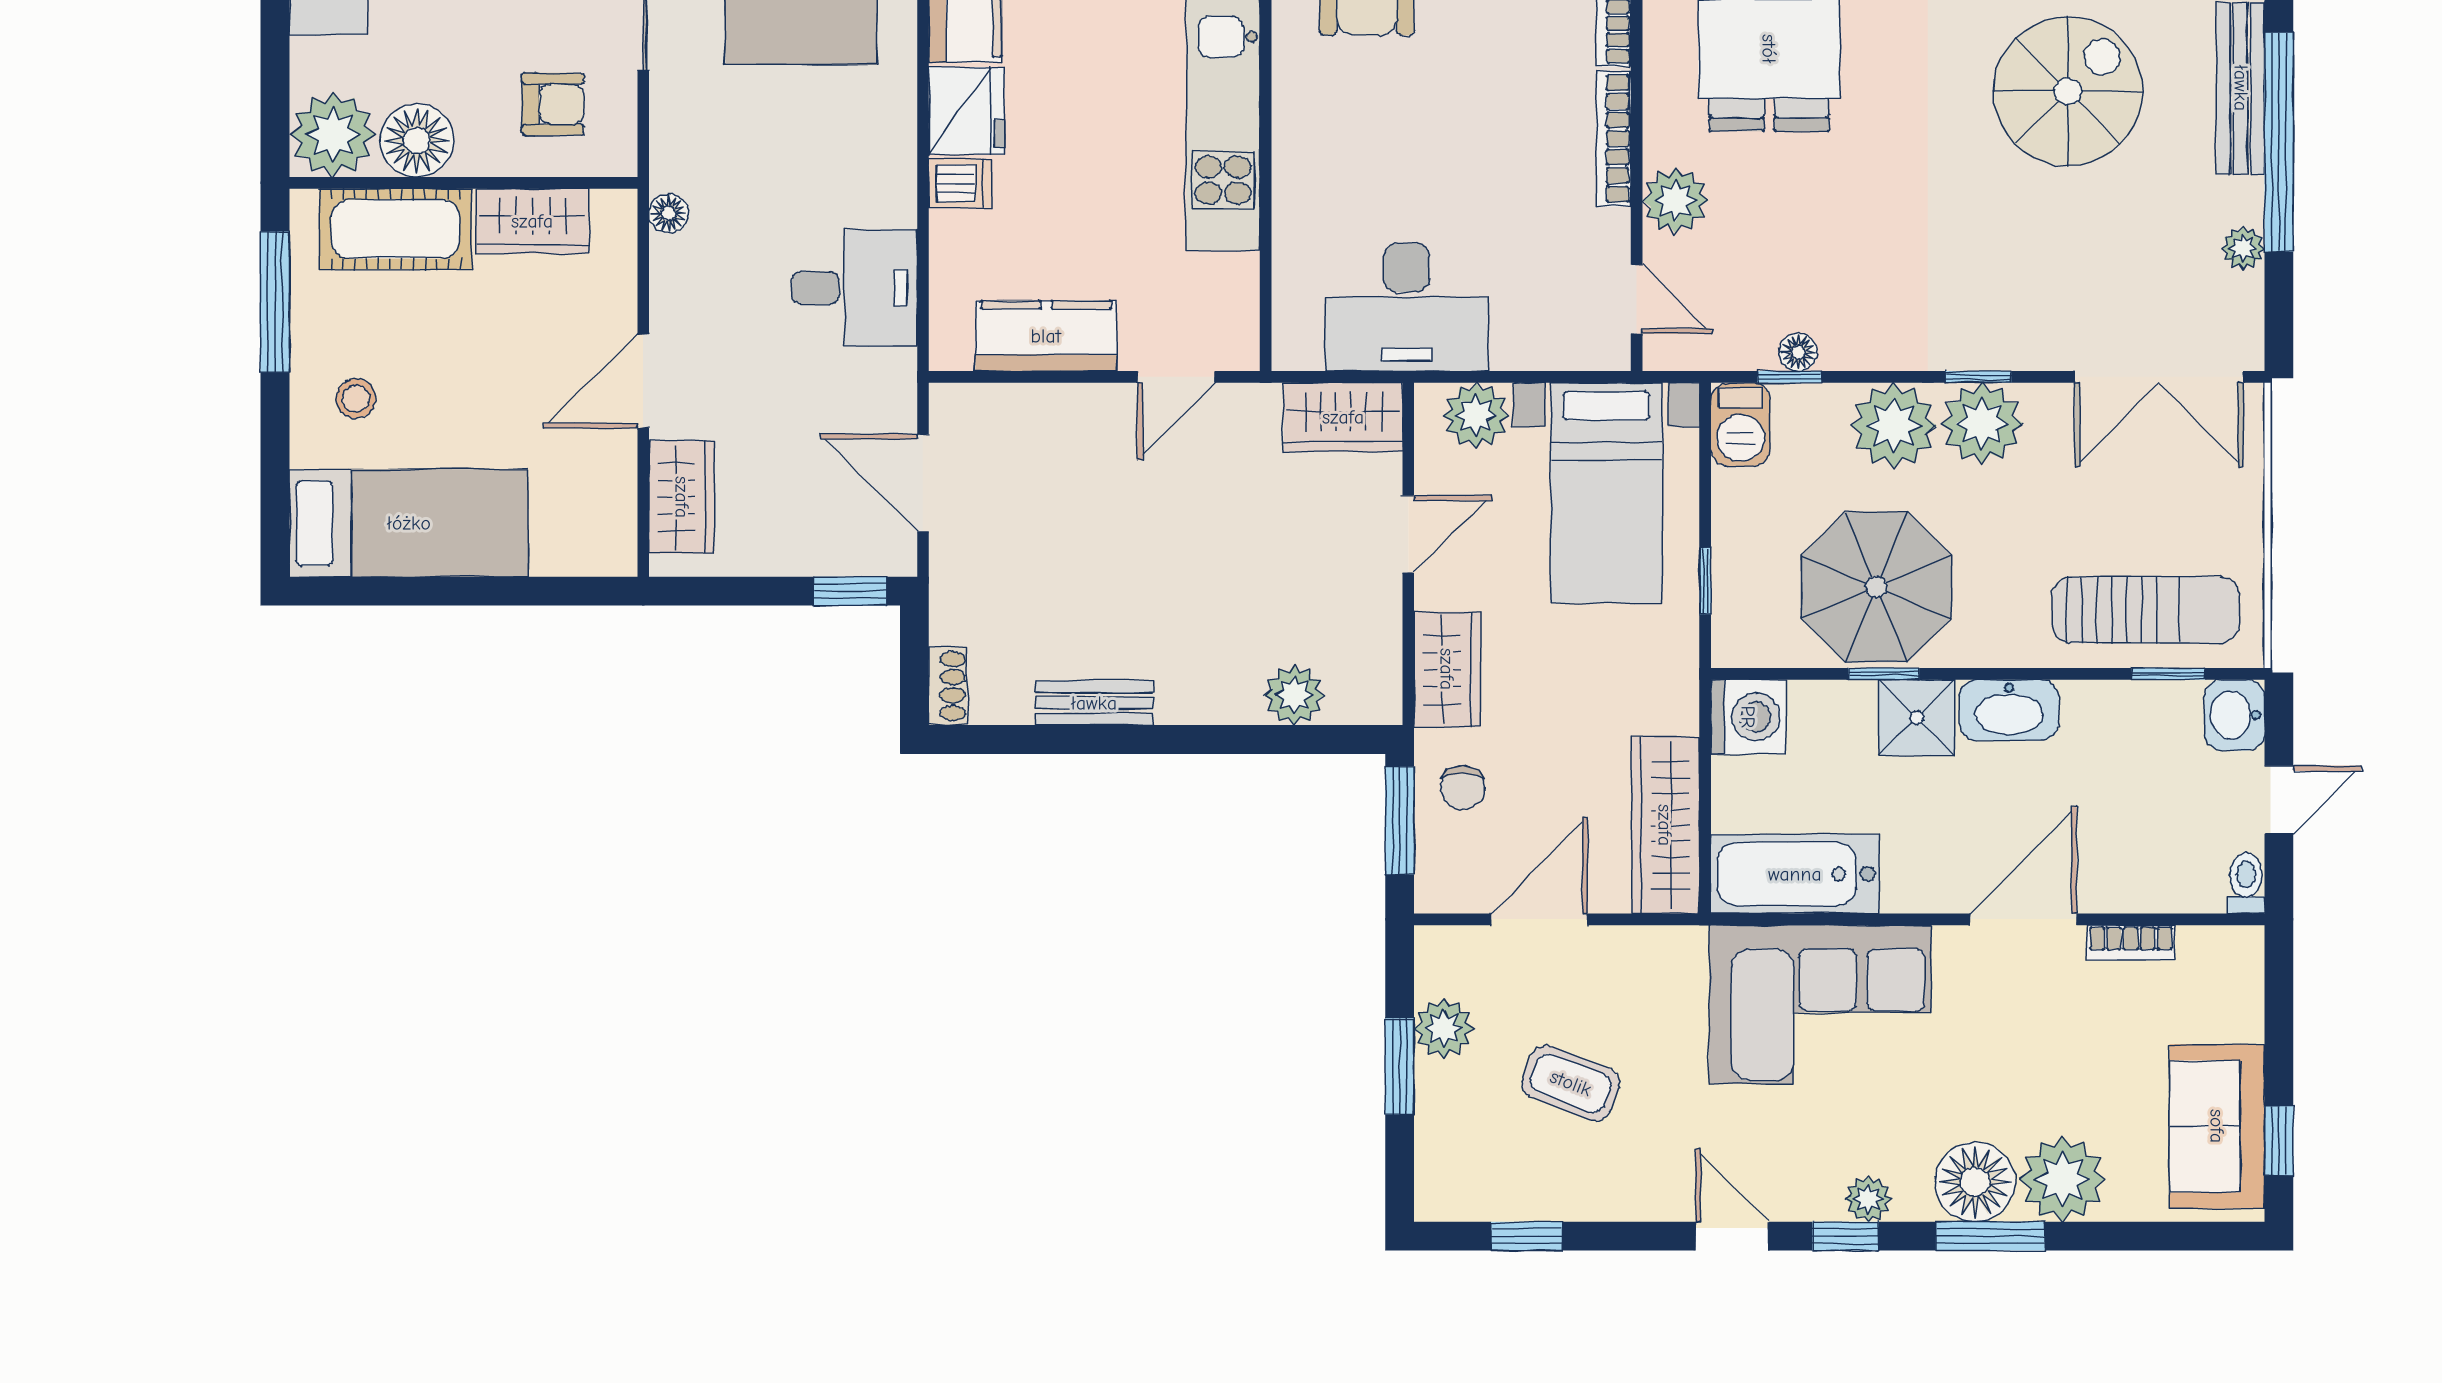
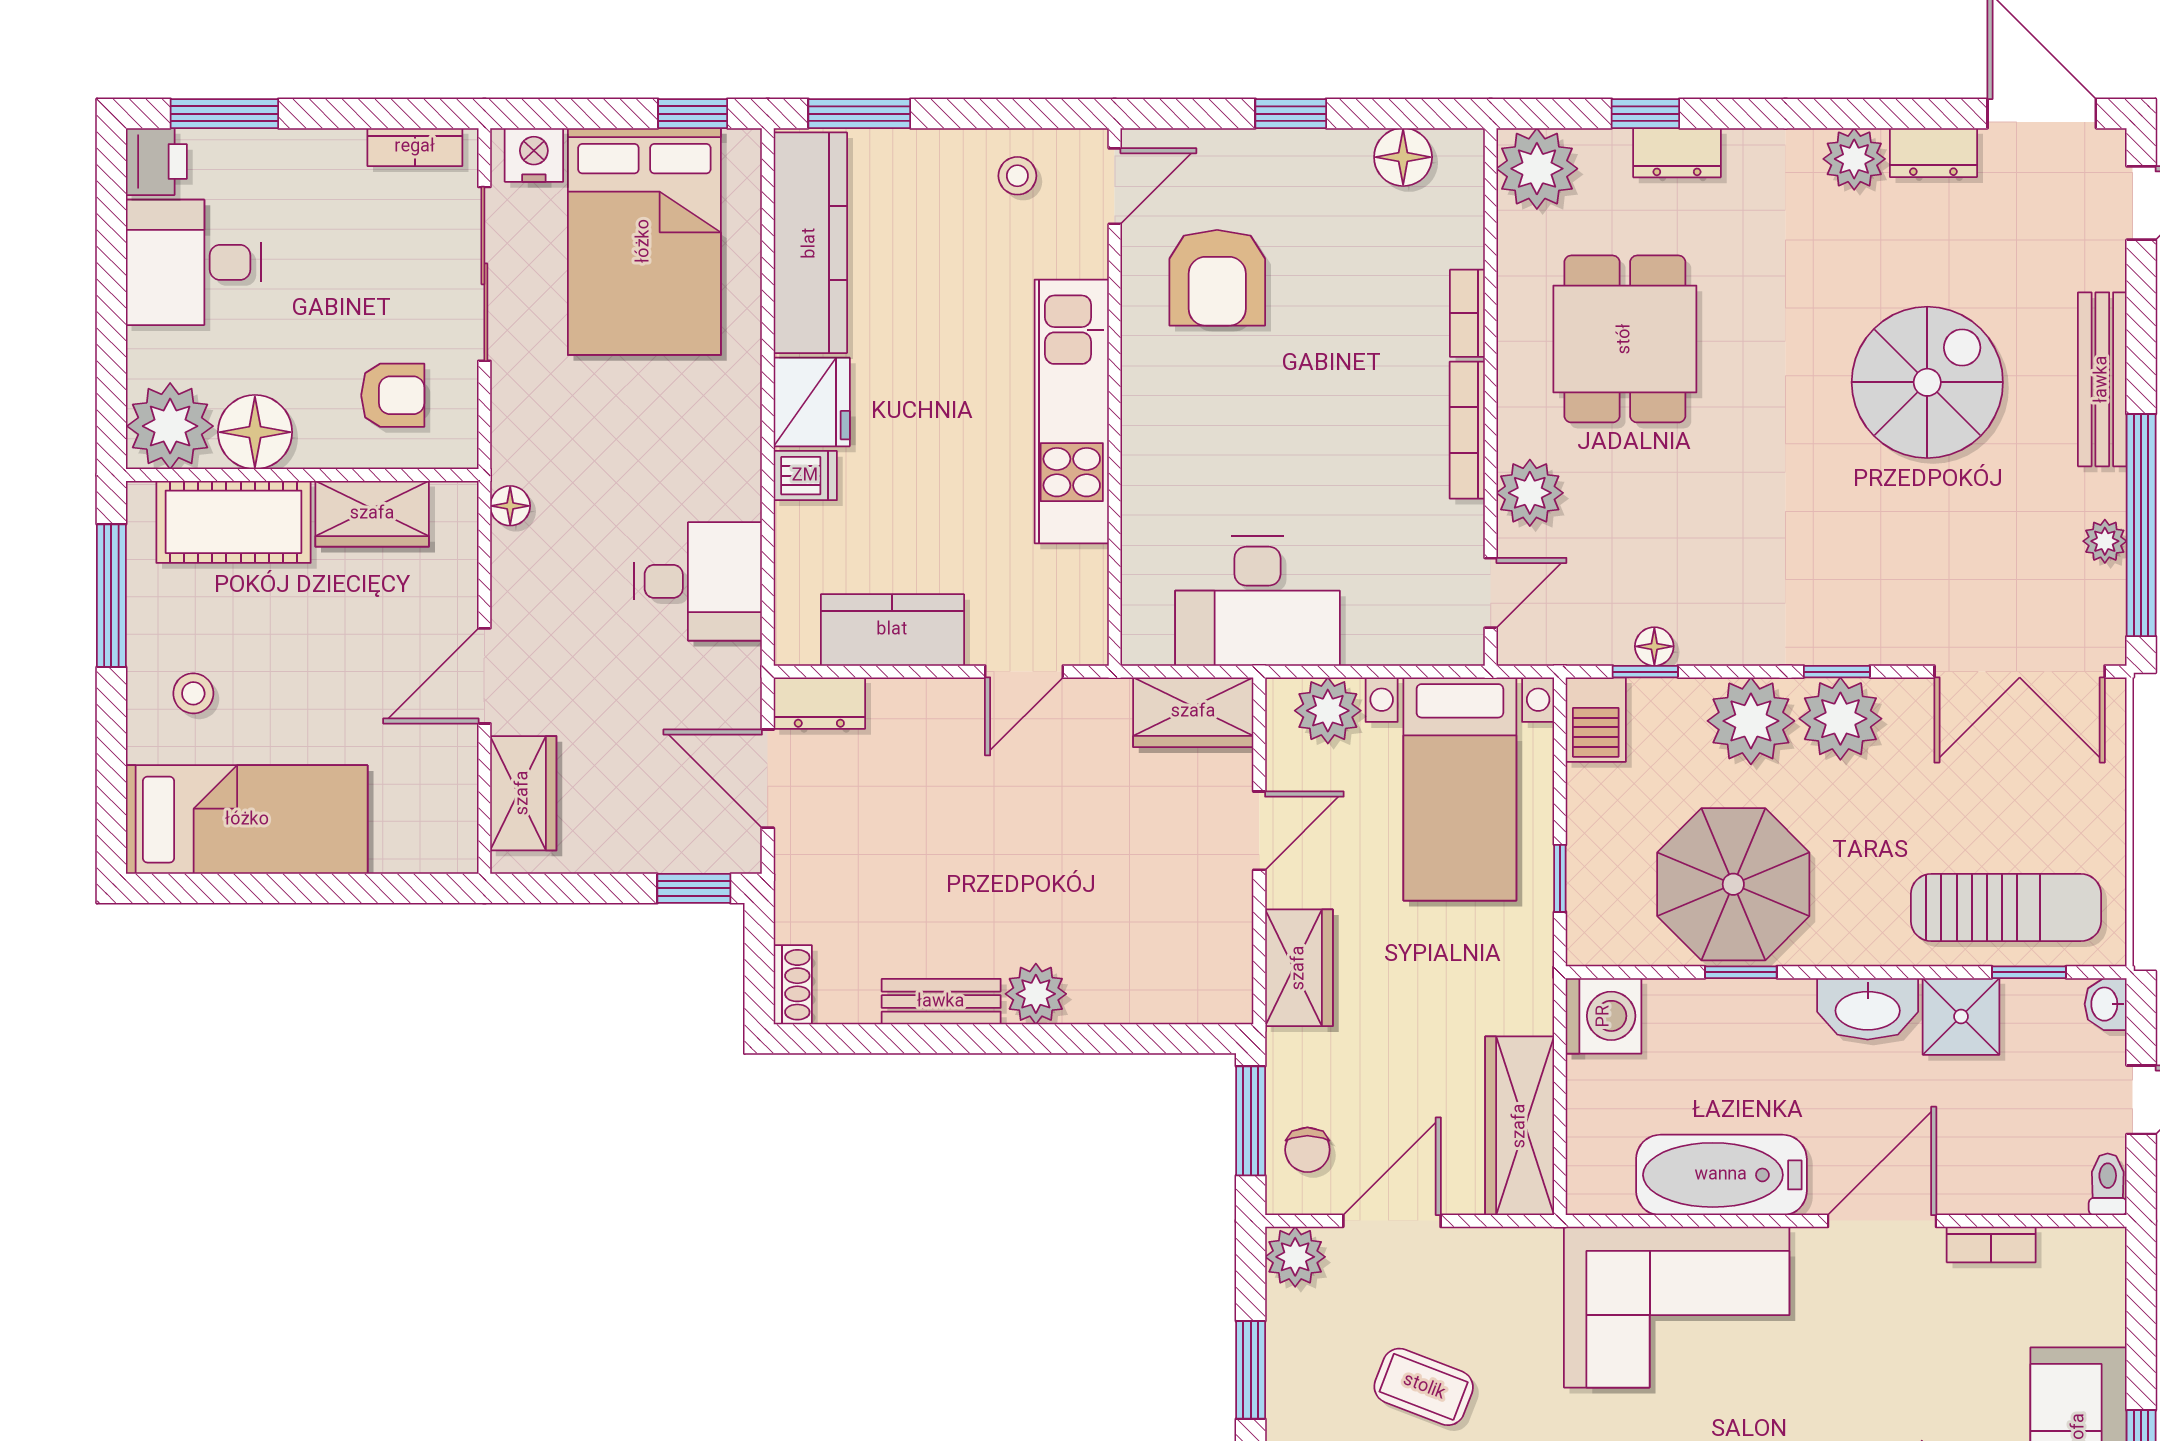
window: (2279, 142) -> (2141, 525), moved
door: (1637, 299) -> (1491, 593), hinge flipped
dresser: (974, 408) -> (819, 703), added
plant: (1294, 695) -> (1036, 994), moved
washbasin: (2235, 715) -> (2106, 1004), width x0.72, depth x0.69
shower: (1917, 717) -> (1961, 1016), moved
chair: (1463, 787) -> (1307, 1150), moved
bathtub: (1795, 874) -> (1721, 1175), moved
plant: (1444, 1028) -> (1295, 1257), moved

